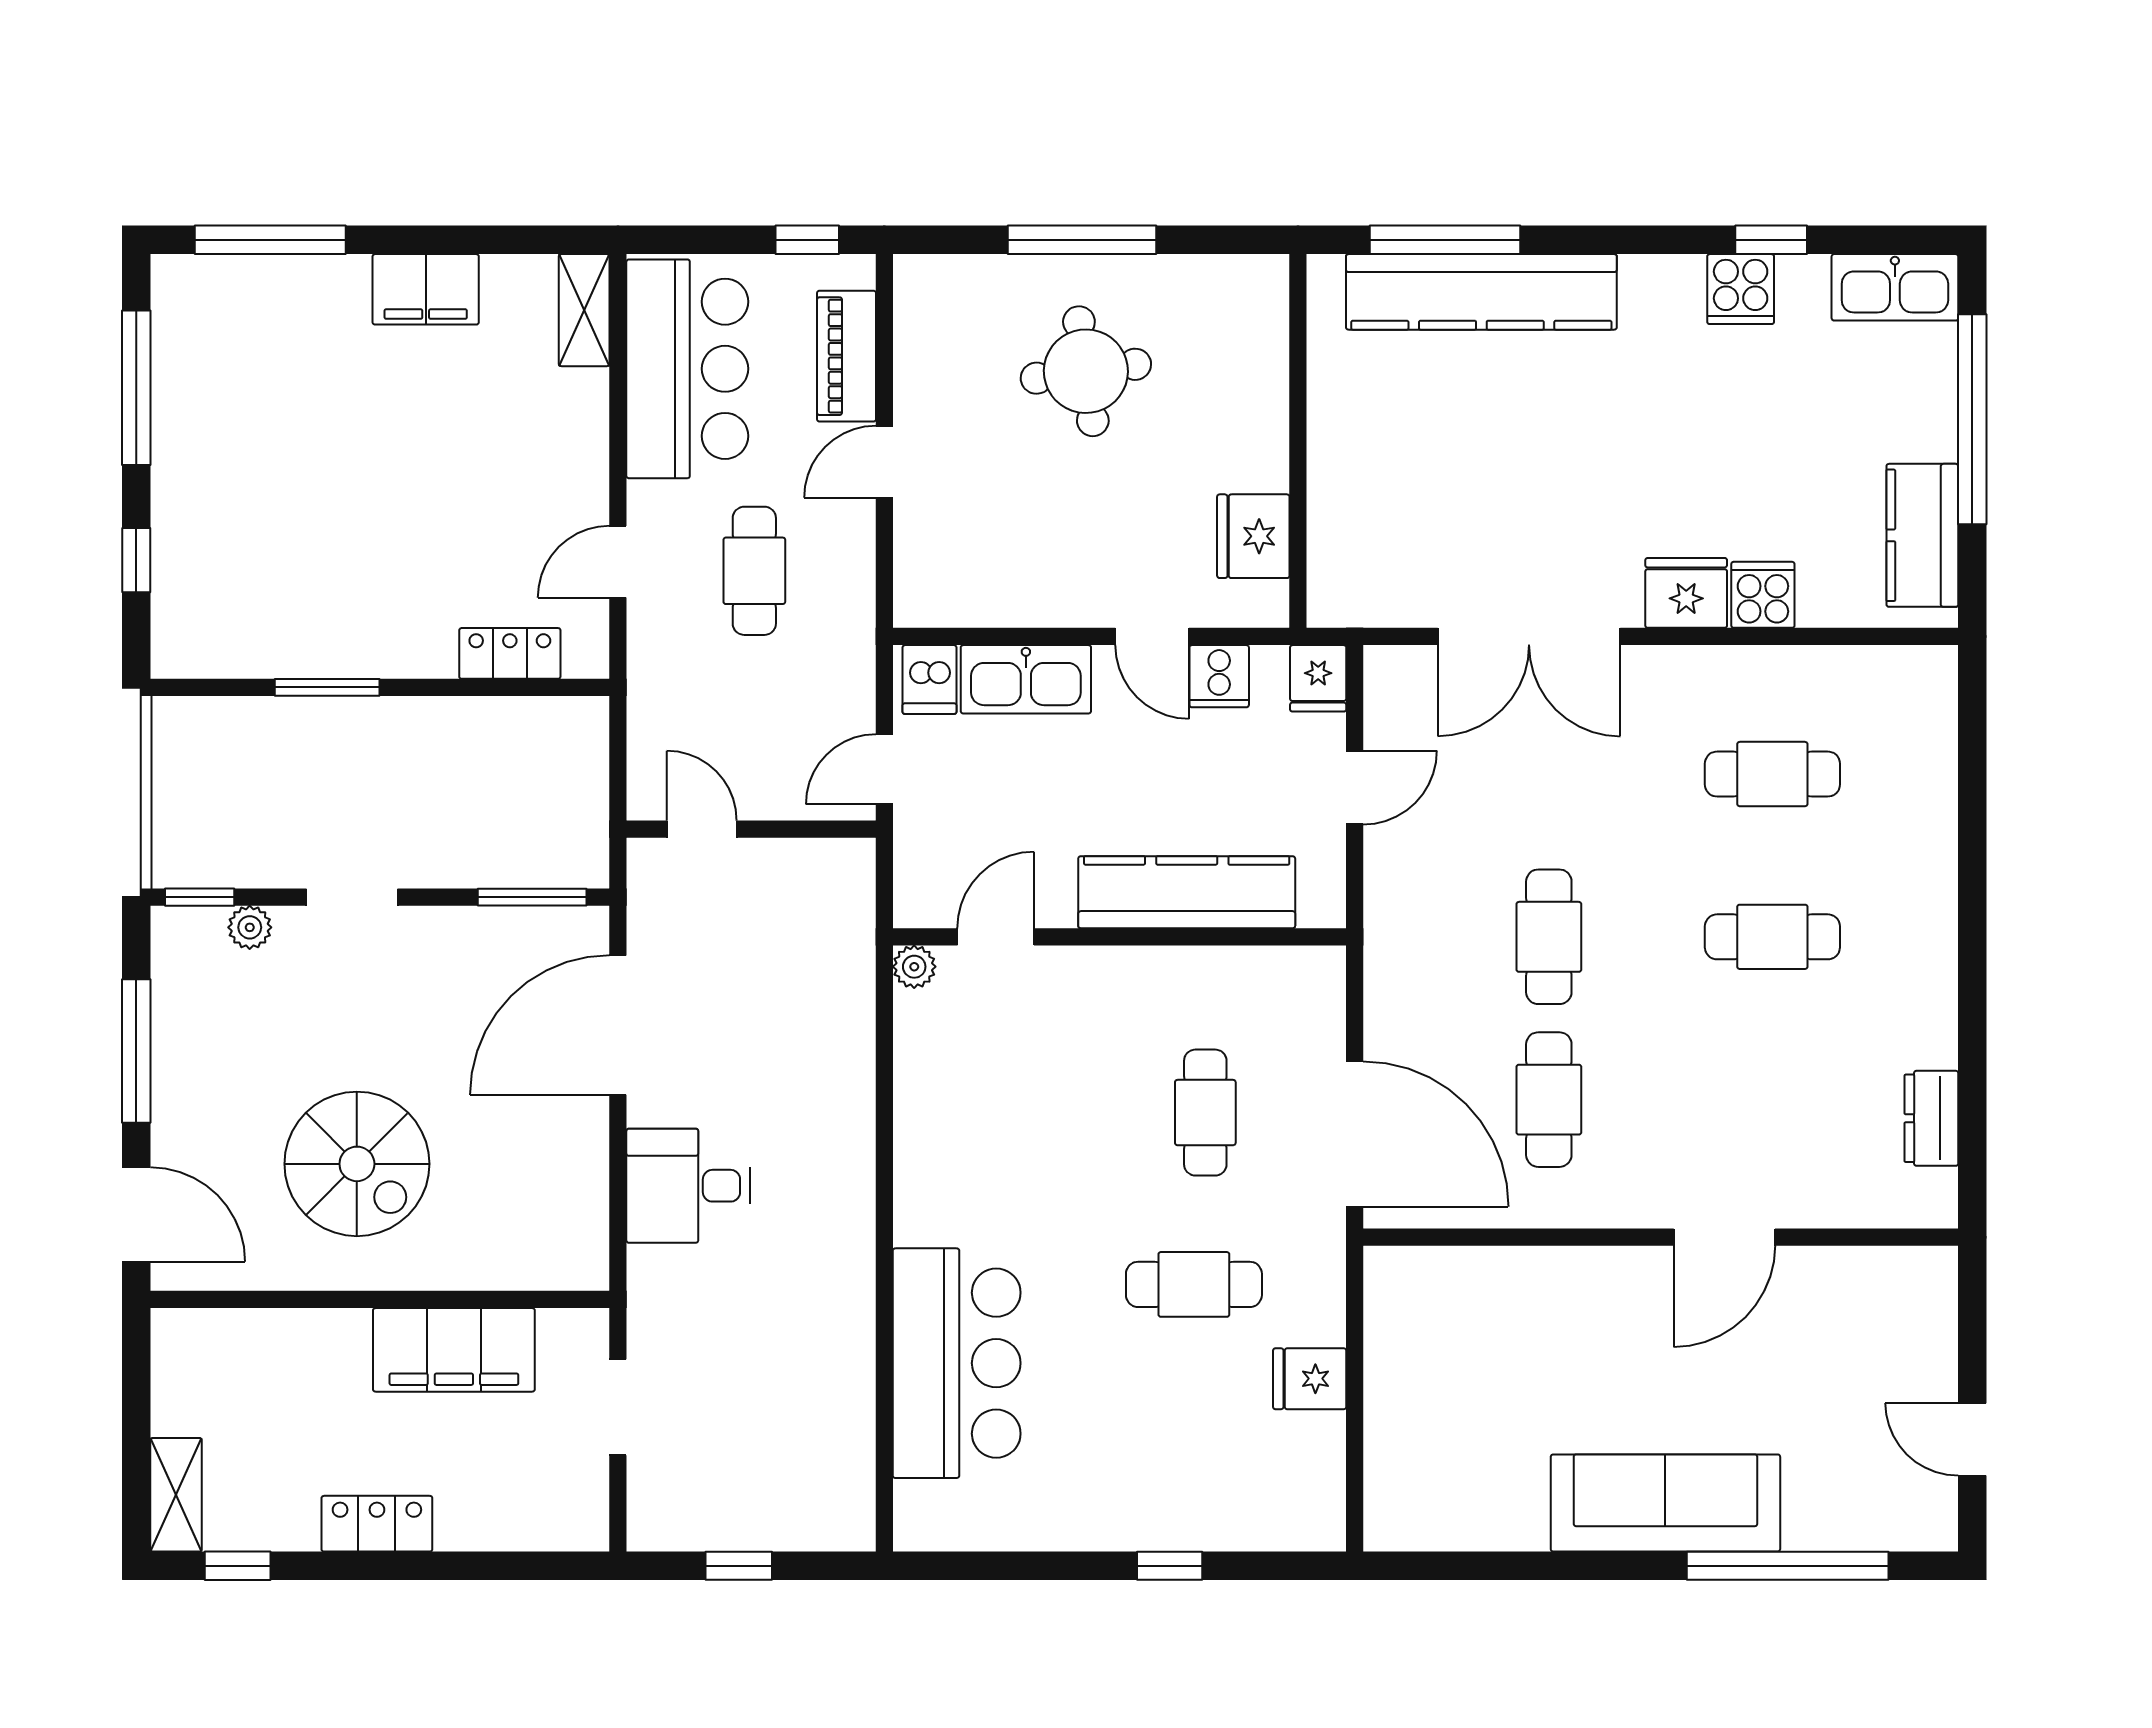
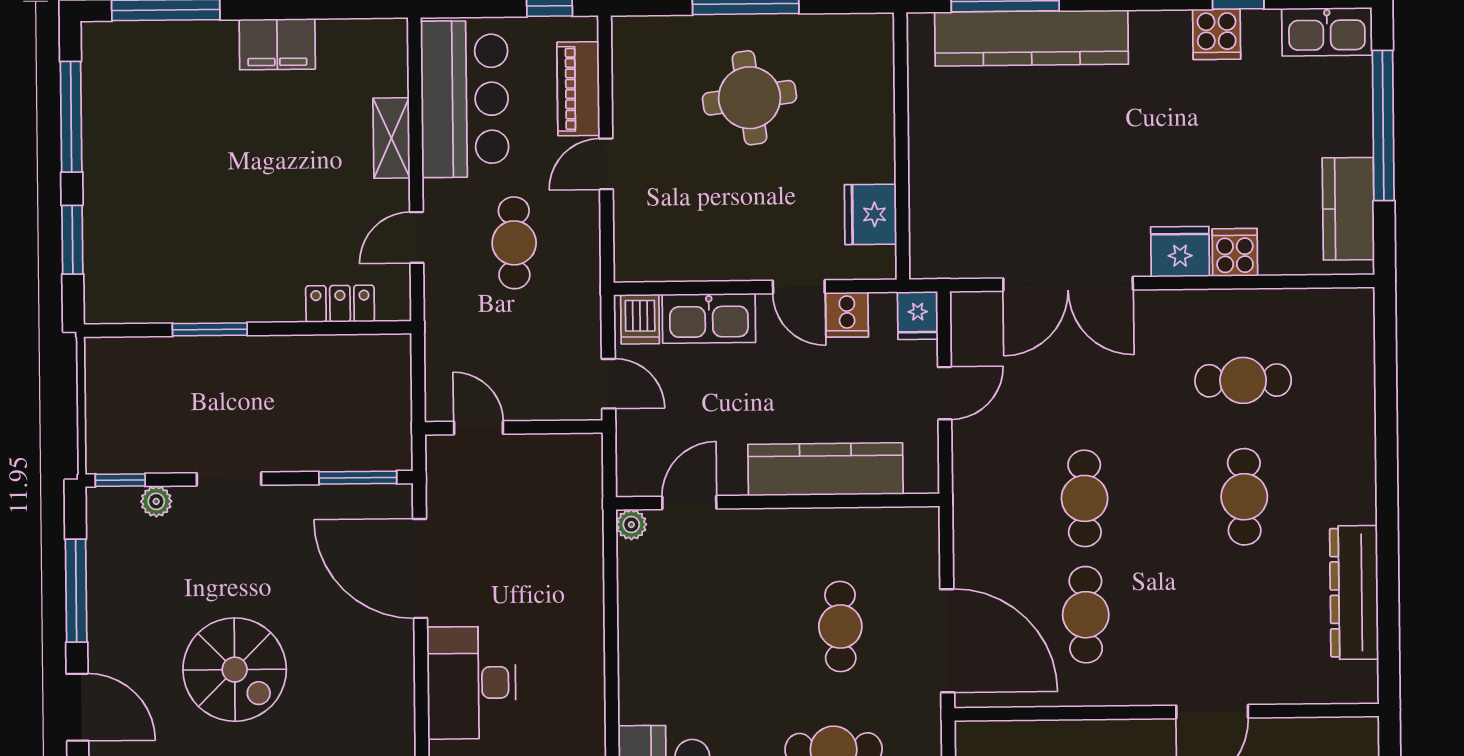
shelving: (584, 310) -> (391, 138), moved
window: (136, 560) -> (72, 240), width x1.50
door: (884, 769) -> (608, 384), swing flipped
cafe table: (1772, 937) -> (1244, 497), turned 90
door: (618, 1025) -> (420, 568), hinge flipped
dresser: (1931, 1118) -> (1354, 592), width x1.96, depth x1.24
desk: (688, 1186) -> (471, 683), width x1.37

